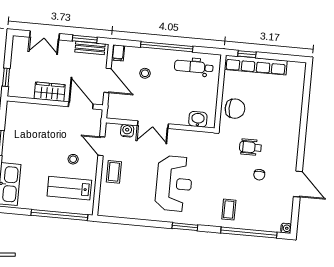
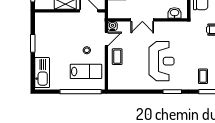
water cooler: (127, 131) -> (112, 26), moved
door: (101, 146) -> (106, 39), swing flipped
lab bench: (69, 188) -> (86, 71), turned 180

